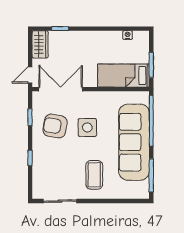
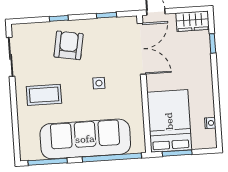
bed: (123, 76) -> (169, 121), width x1.50
armchair: (55, 126) -> (69, 45), moved
side table: (87, 127) -> (99, 83), width x0.54, depth x0.54

